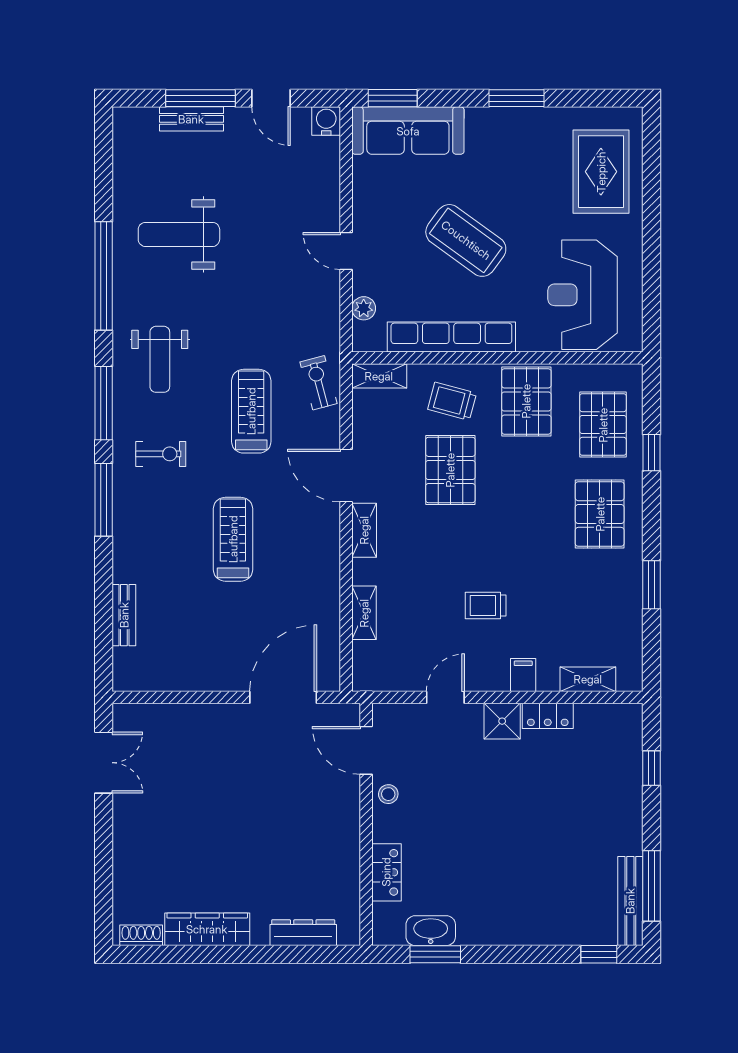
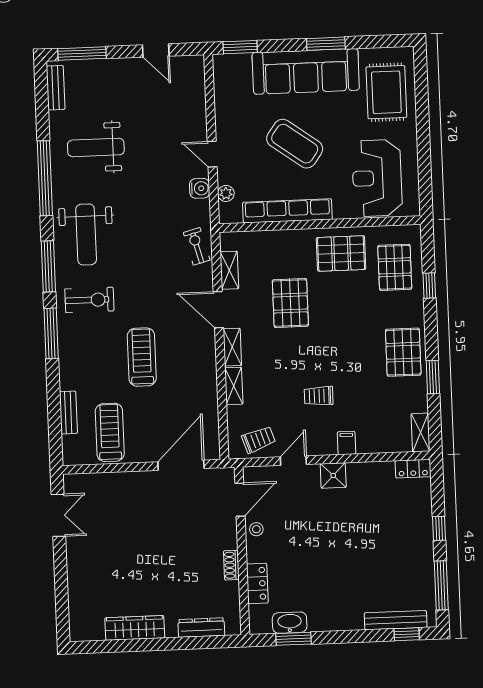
window: (200, 98) -> (82, 53), moved
bench: (191, 119) -> (56, 88), moved, turned 90
water cooler: (326, 121) -> (200, 188), moved, turned 90
sofa: (408, 131) -> (306, 71), moved, width x1.36, depth x1.27
weight bench: (160, 359) -> (86, 234), width x1.36, depth x1.33
shelving: (379, 376) -> (229, 270), moved, turned 90
trolley: (452, 401) -> (259, 440), moved, turned 146
pallet: (526, 401) -> (341, 253), turned 90
treadmill: (251, 411) -> (110, 432), moved
exercise bike: (161, 454) -> (89, 300), width x1.38, depth x1.39
pallet: (600, 514) -> (403, 352), moved
shelving: (364, 613) -> (234, 386), moved
shelving: (588, 679) -> (421, 432), moved, turned 90
locker: (548, 716) -> (413, 469), moved
door: (366, 750) -> (240, 500), swing flipped
window: (652, 768) -> (439, 528), moved
bench: (630, 901) -> (396, 620), moved, turned 90
shoe rack: (141, 935) -> (231, 565), moved, turned -90

